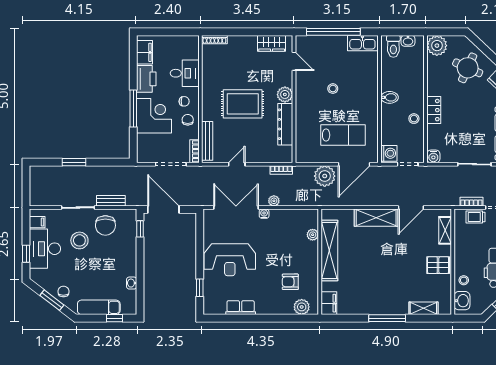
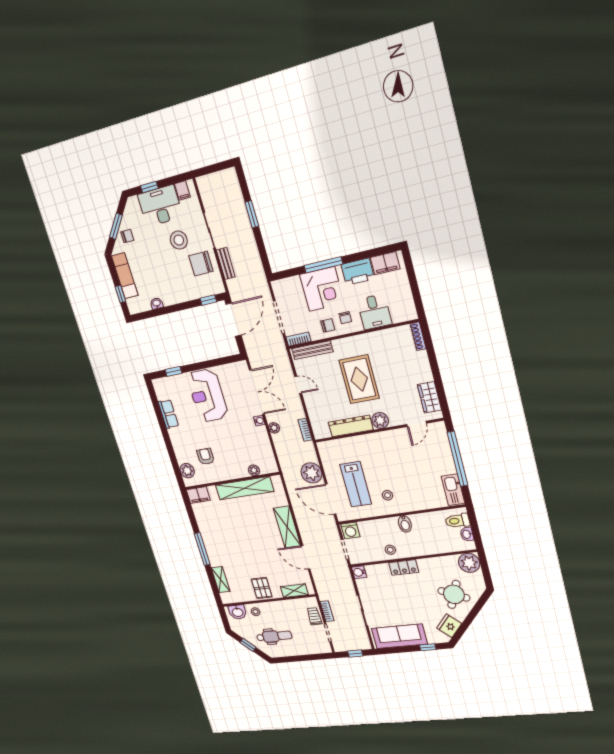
stool: (333, 89) -> (388, 495), moved

